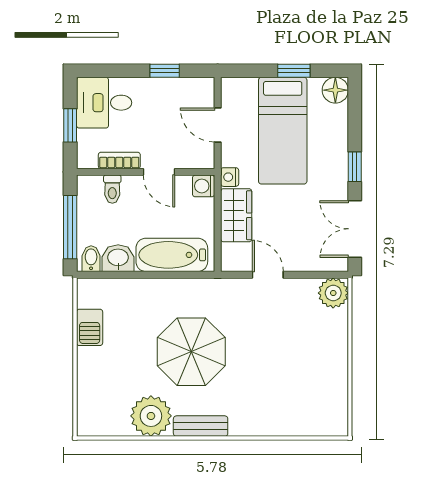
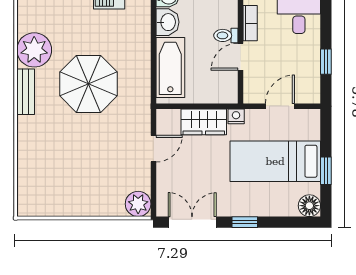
washing machine: (204, 186) -> (229, 94), removed
toilet: (112, 189) -> (226, 35), moved

